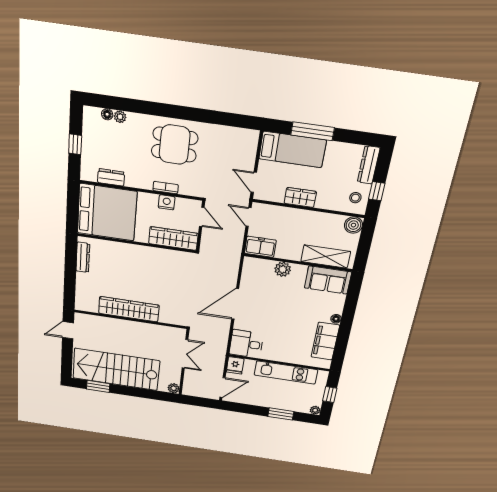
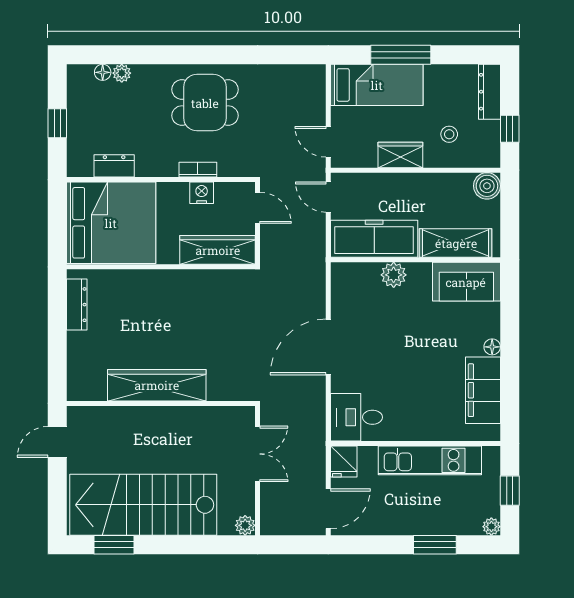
stool: (355, 198) -> (449, 134), moved
freezer: (260, 247) -> (374, 239), width x1.91, depth x1.26

